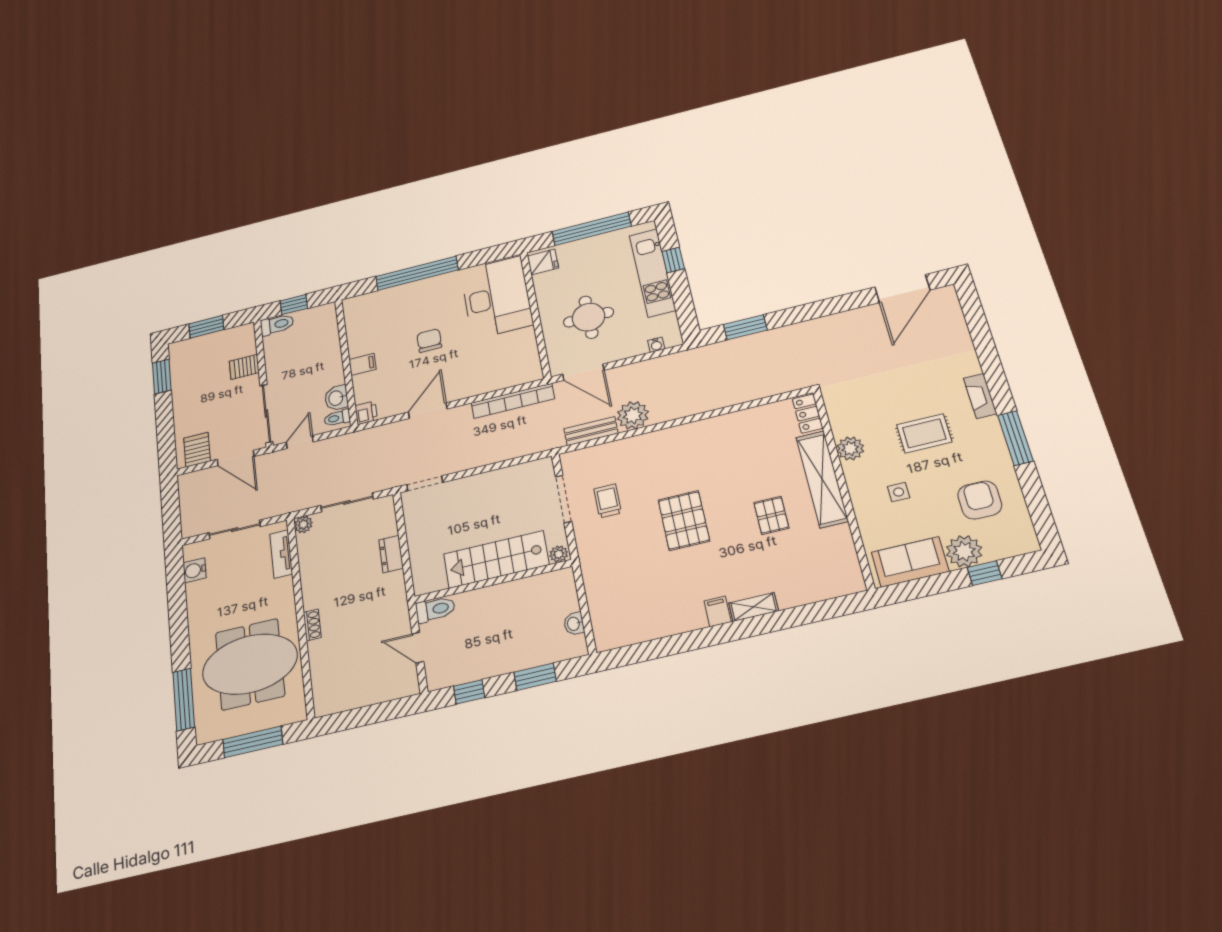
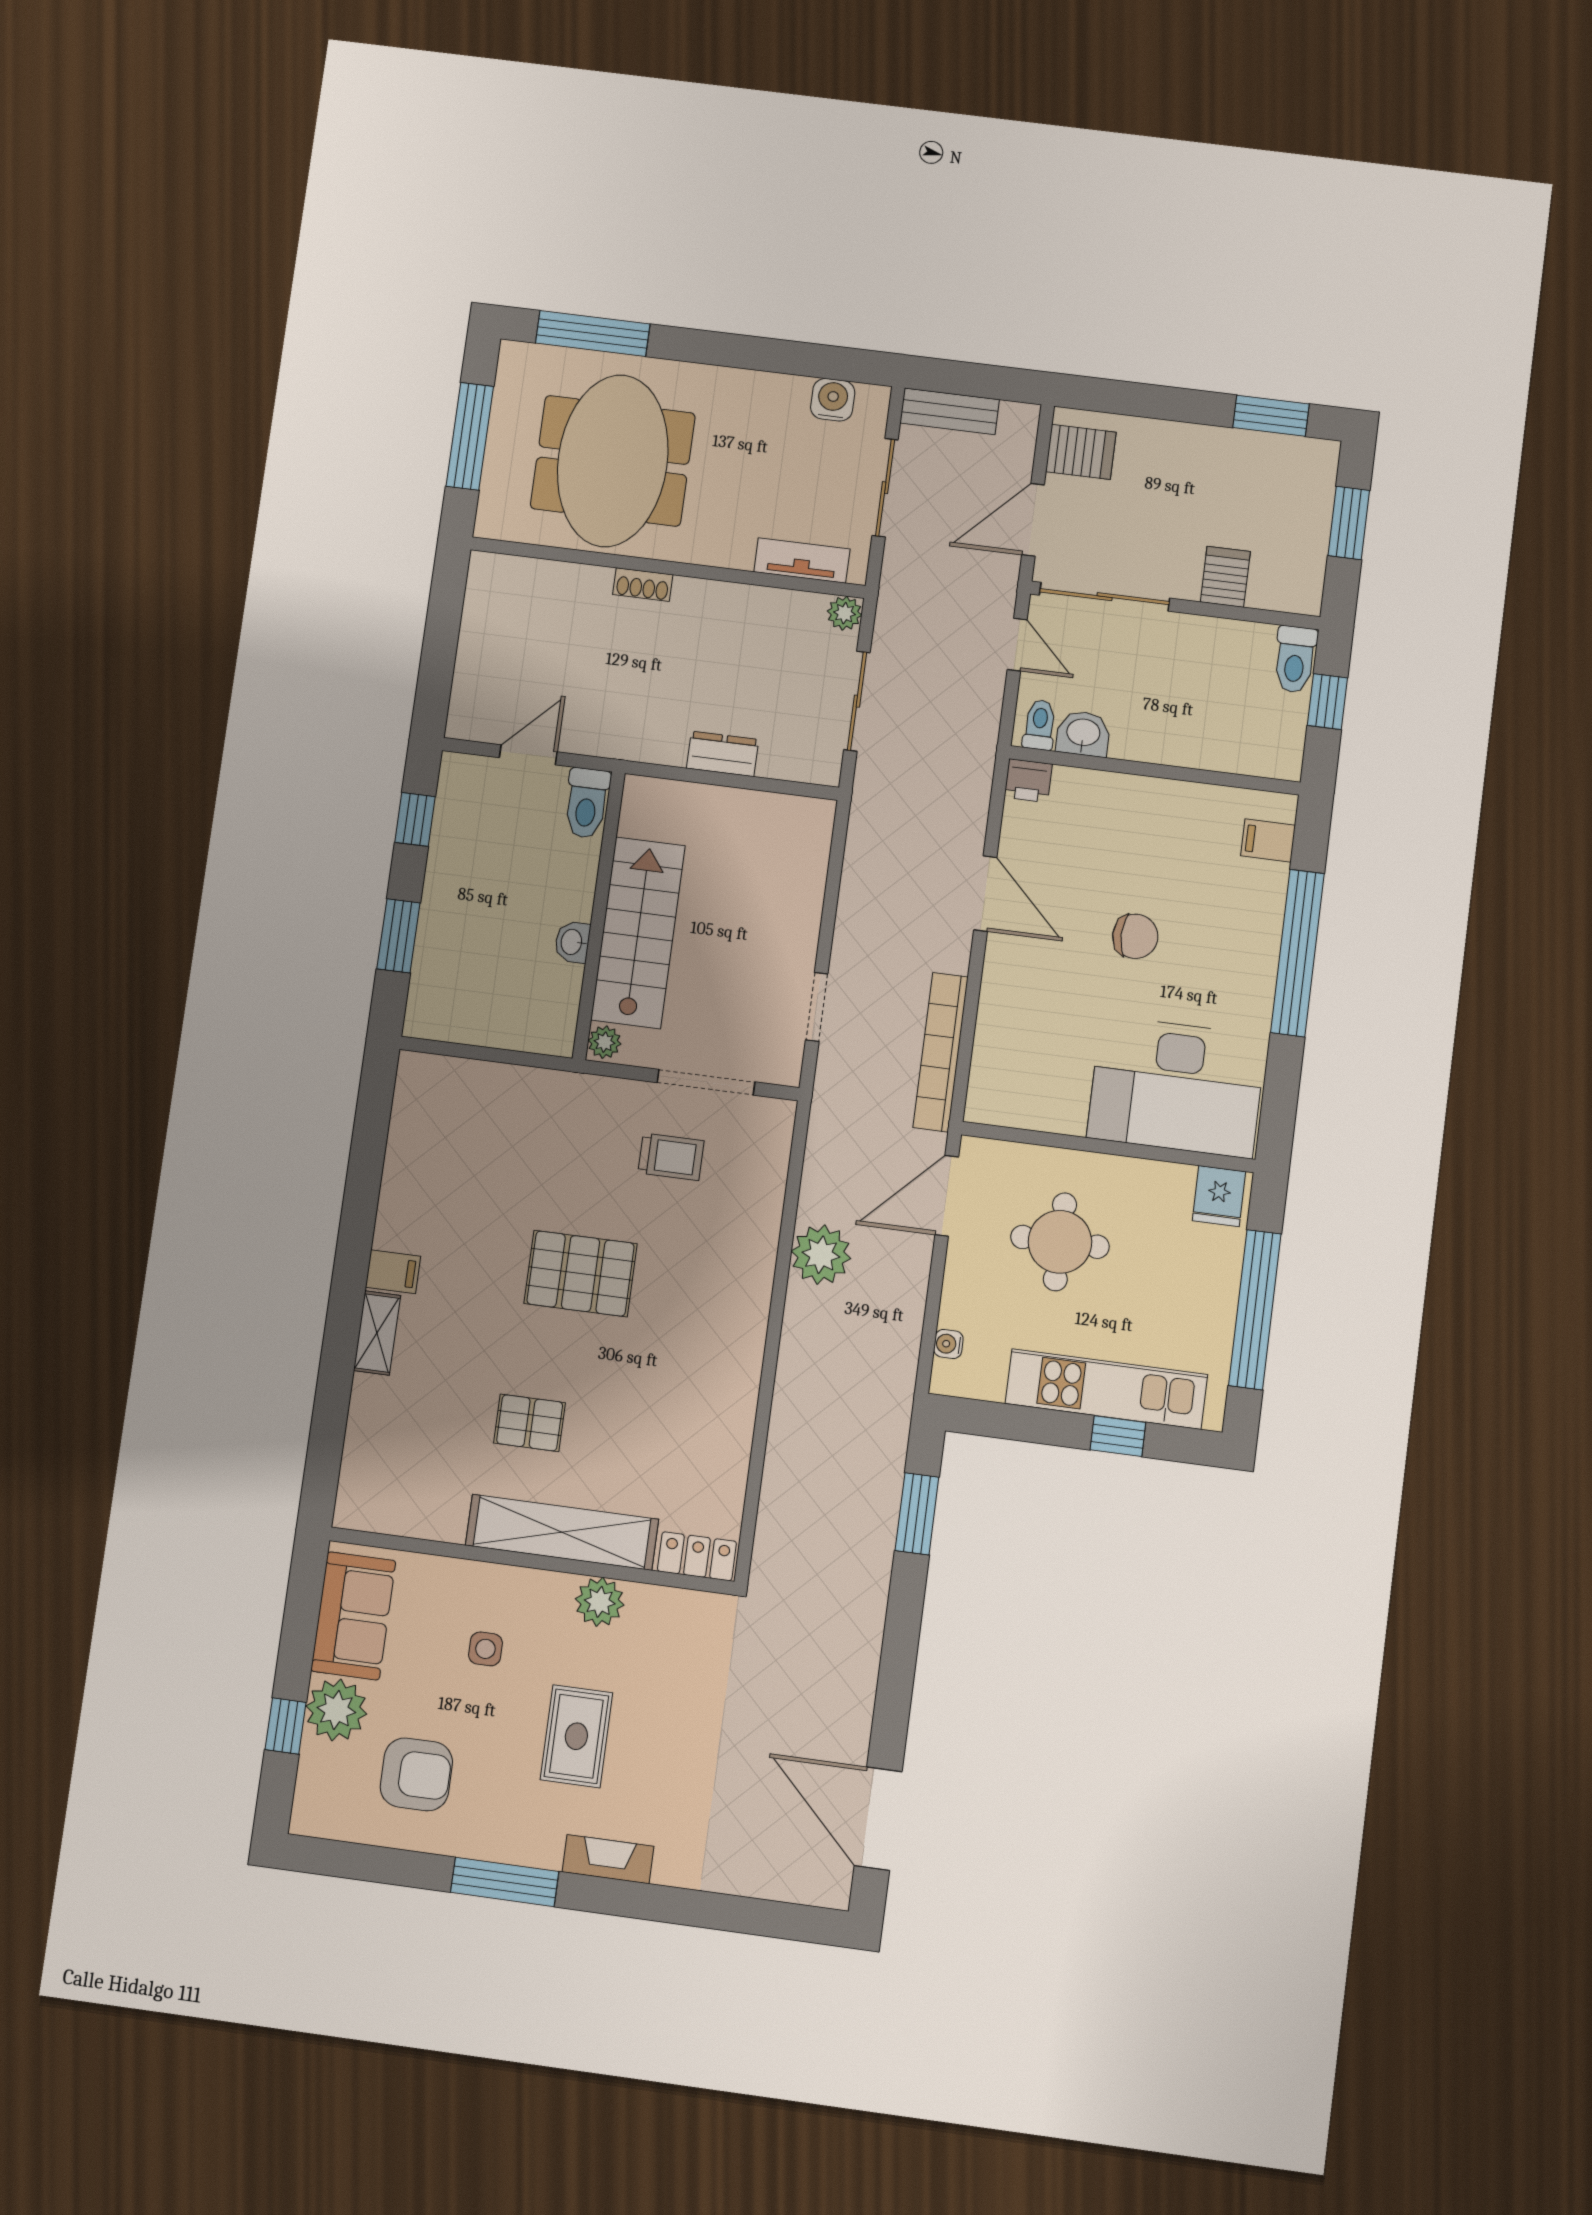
filing cabinet: (363, 364) -> (1268, 841), moved, turned 90
bench: (591, 431) -> (950, 411), moved, turned 90
doorway: (425, 483) -> (817, 1007), moved
washbasin: (574, 624) -> (572, 942), moved, turned -90

